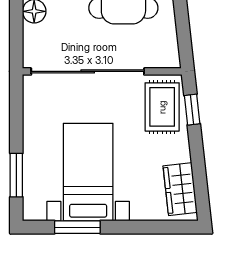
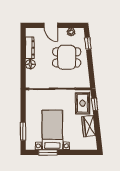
wardrobe: (180, 189) -> (89, 126), moved

